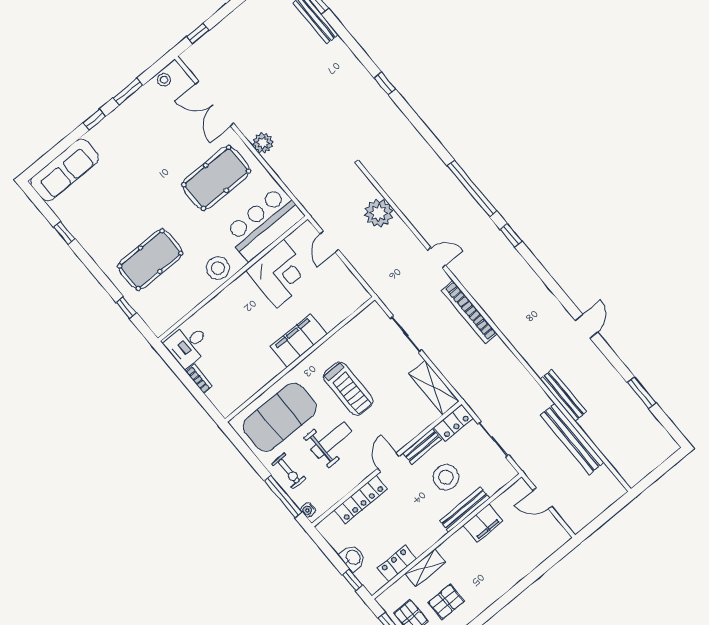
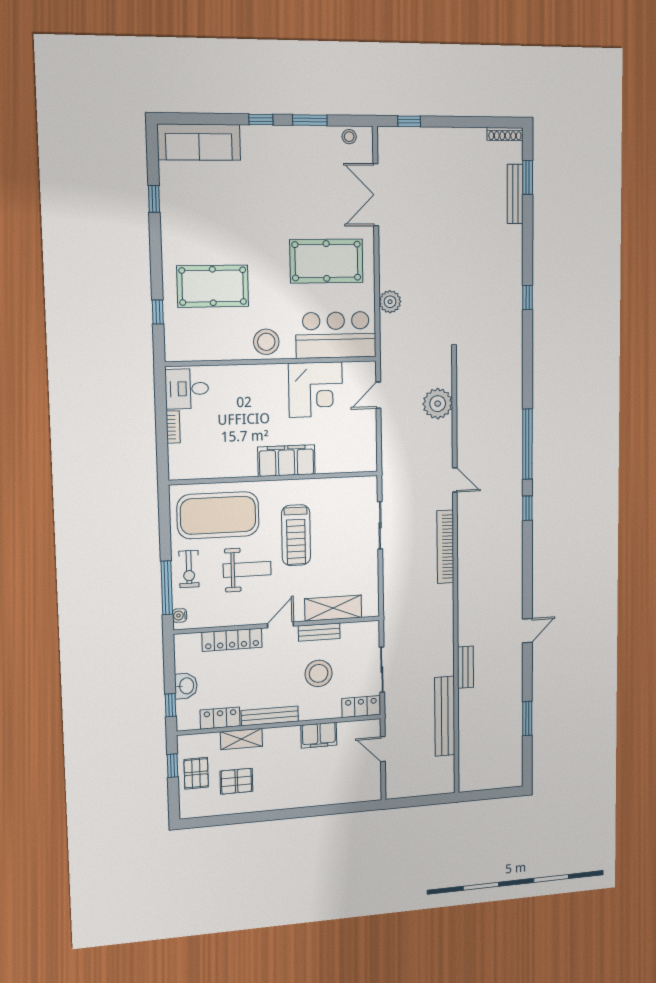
plant: (263, 143) -> (390, 302), moved
shelving: (434, 387) -> (333, 608), moved, turned 90
bench: (563, 395) -> (466, 667), width x0.73
locker: (453, 423) -> (361, 707), moved, turned 180
bench: (465, 509) -> (270, 716), moved

